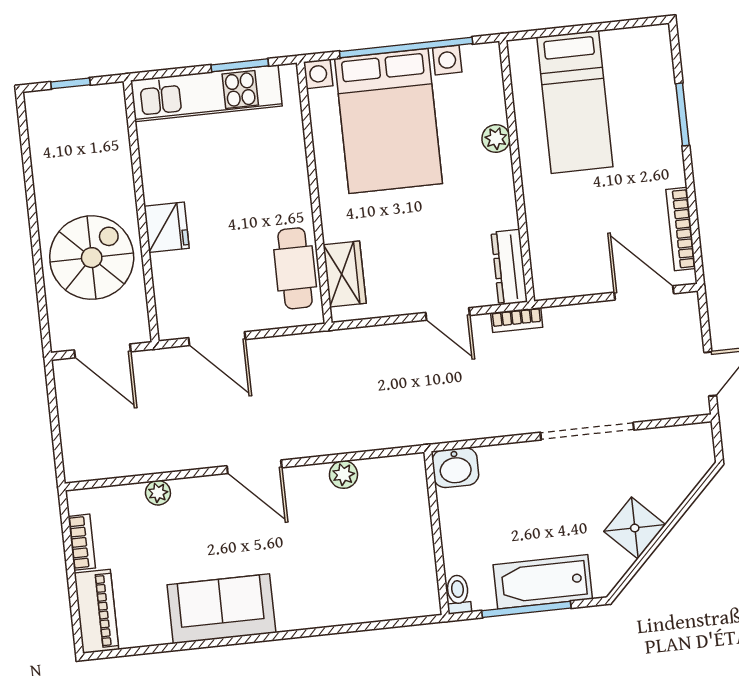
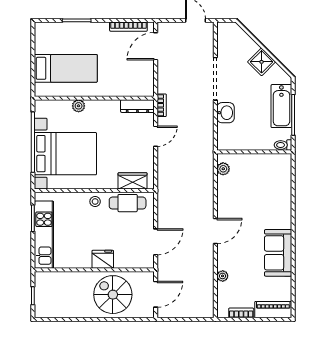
stool: (291, 197) -> (95, 202), added
washbasin: (455, 468) -> (226, 113), moved
plant: (343, 475) -> (223, 169), moved

